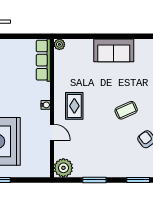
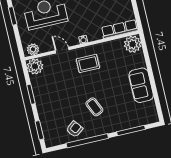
plant: (59, 44) -> (133, 44), width x1.88, depth x1.88
door: (52, 132) -> (62, 50), swing flipped
plant: (43, 166) -> (33, 49), added

